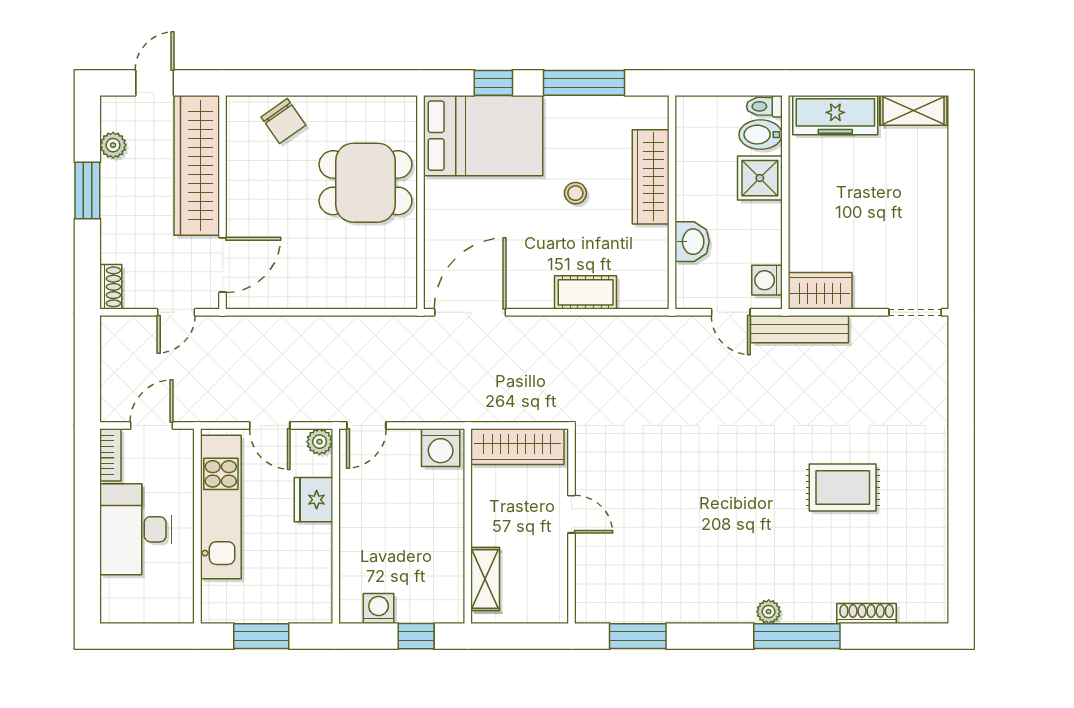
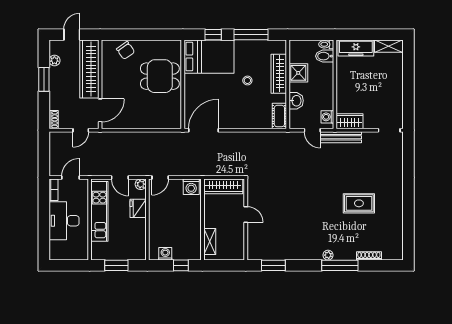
shower: (760, 178) -> (298, 73), moved
cot: (586, 292) -> (279, 116), moved, turned 90

